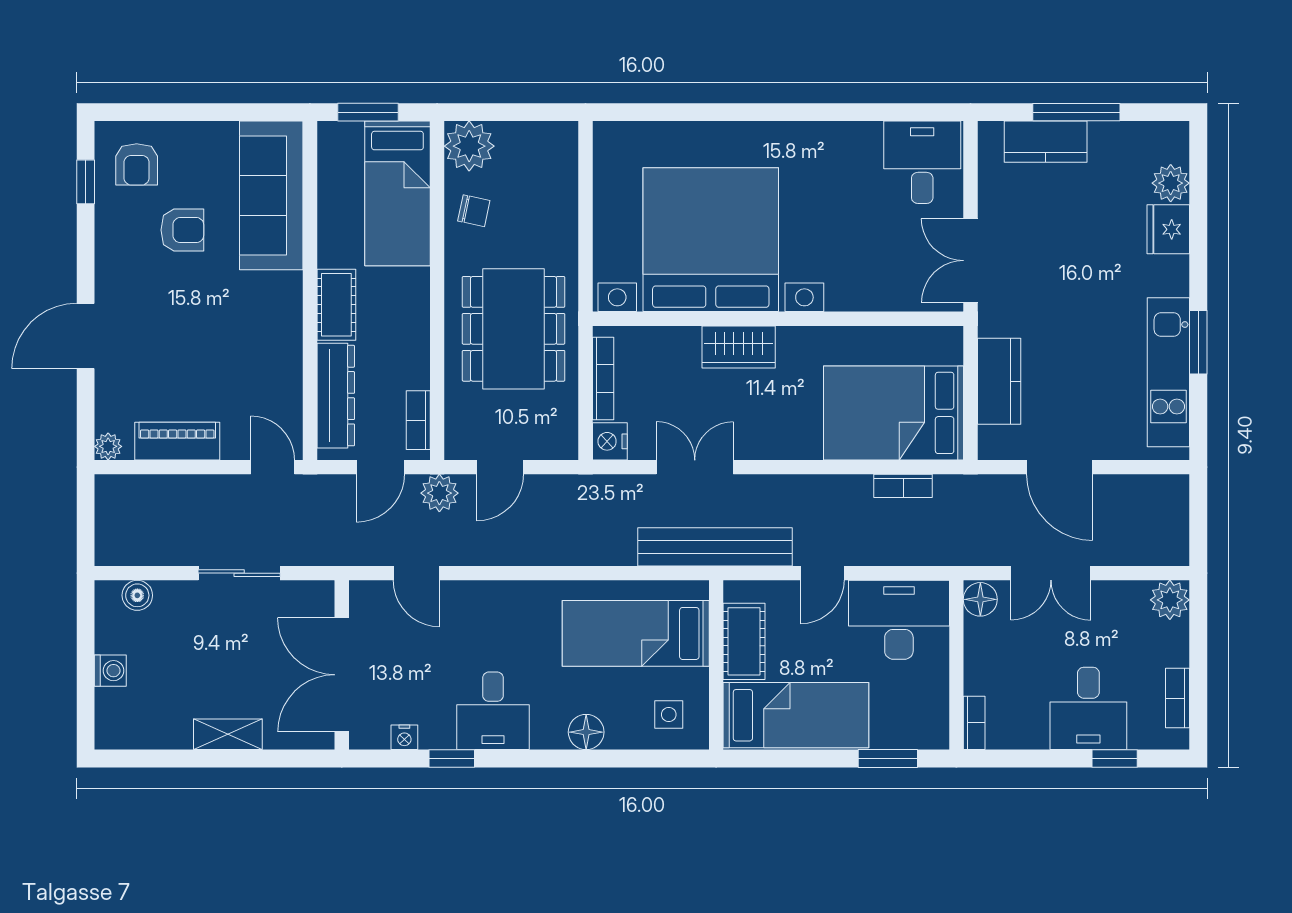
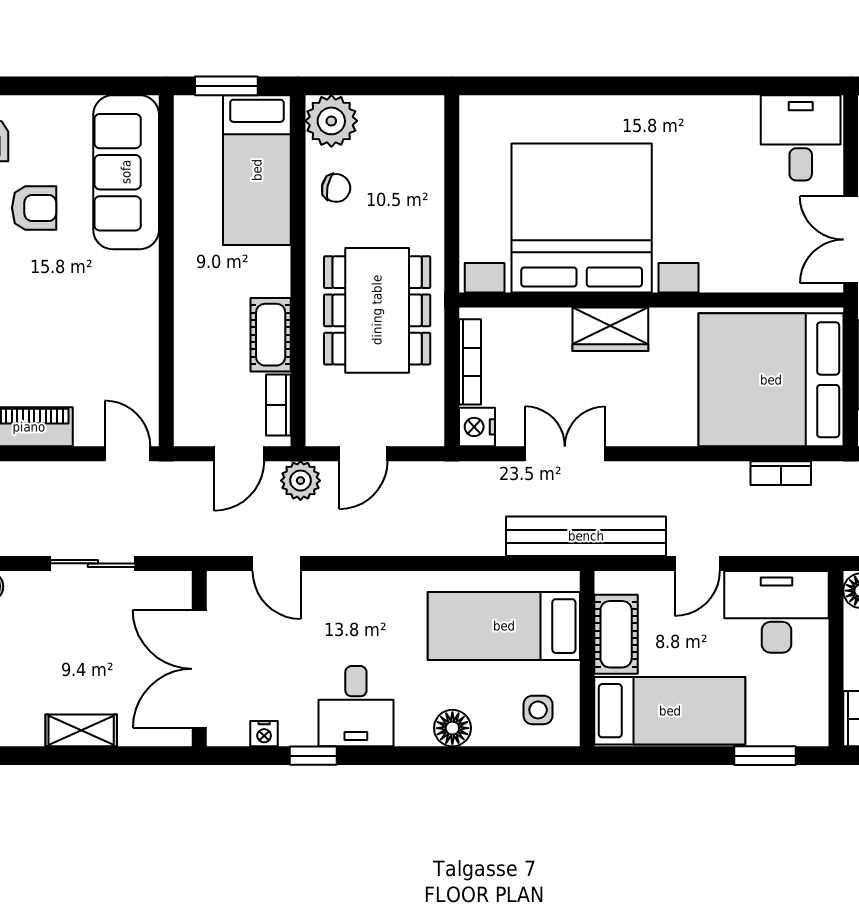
cot: (336, 305) -> (271, 335), moved
dresser: (336, 396) -> (193, 380), removed
bed: (894, 413) -> (771, 380), width x1.36

